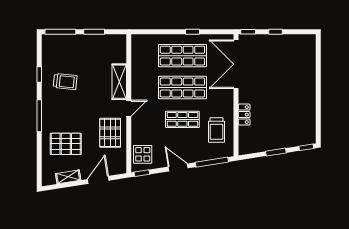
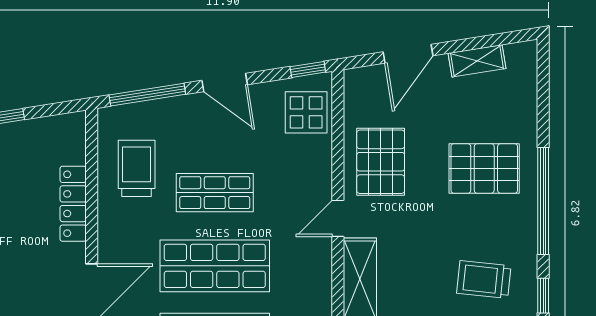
locker: (244, 115) -> (73, 204), width x1.53
window: (39, 116) -> (543, 201), width x1.46
pallet: (66, 144) -> (484, 168), moved

